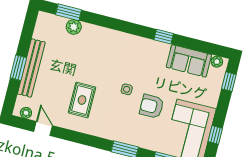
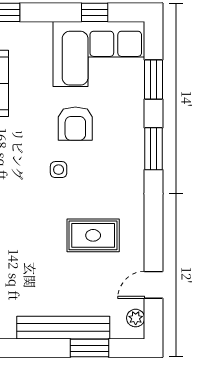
window: (18, 68) -> (90, 348), moved

